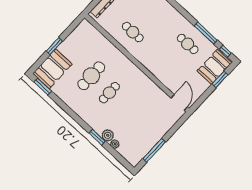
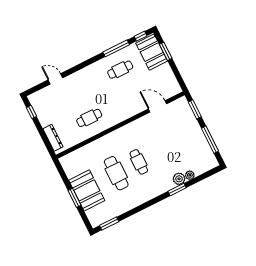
booth: (52, 69) -> (87, 190), moved
door: (179, 102) -> (157, 106), moved
window: (177, 126) -> (195, 109), added

